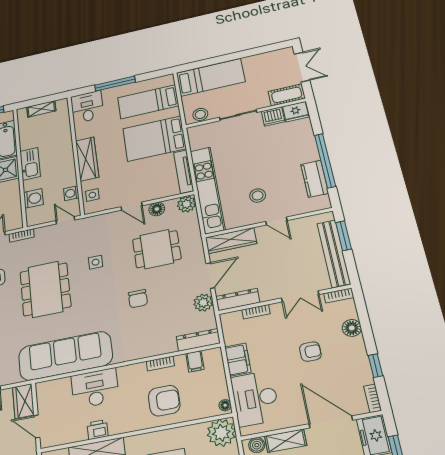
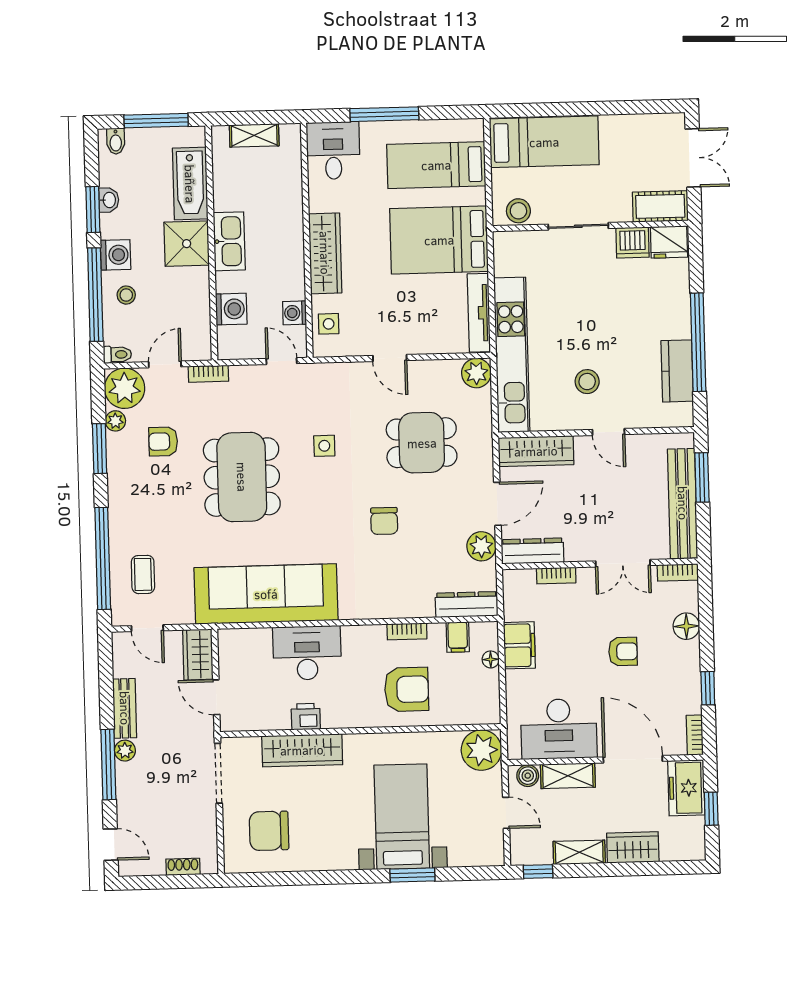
floor lamp: (157, 209) -> (429, 372), removed
desk: (255, 398) -> (559, 729), moved, turned -90
floor lamp: (225, 405) -> (491, 659), moved

